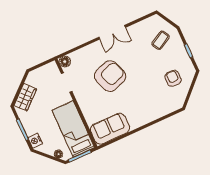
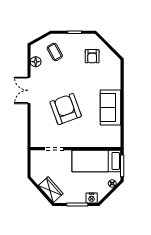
double door: (112, 32) -> (29, 90), swing flipped
floor lamp: (65, 62) -> (36, 62), moved
armchair: (173, 78) -> (92, 56), turned -90
sofa: (110, 129) -> (111, 108), moved

